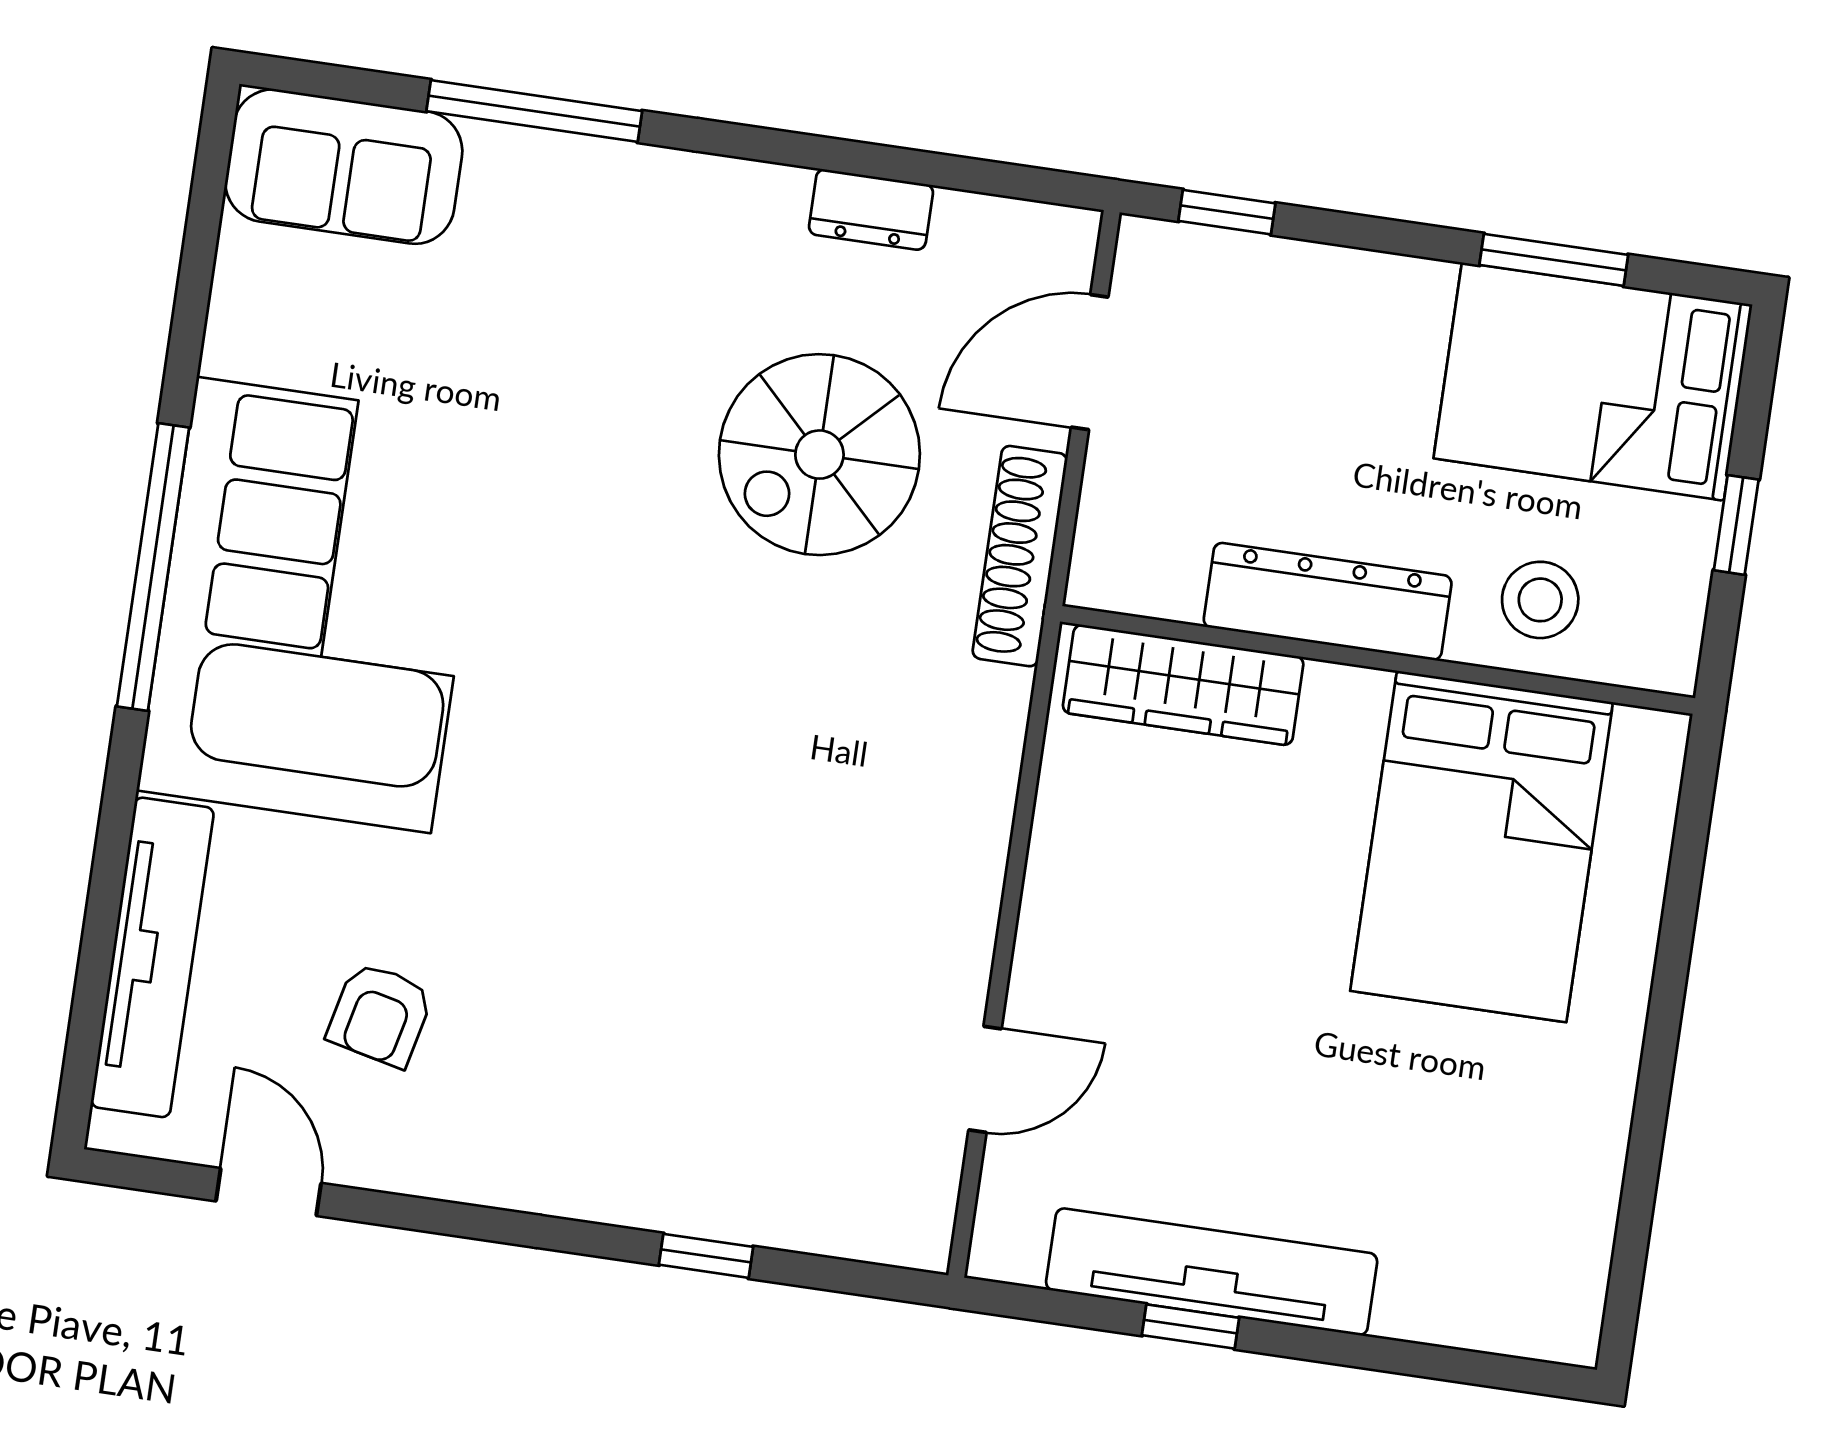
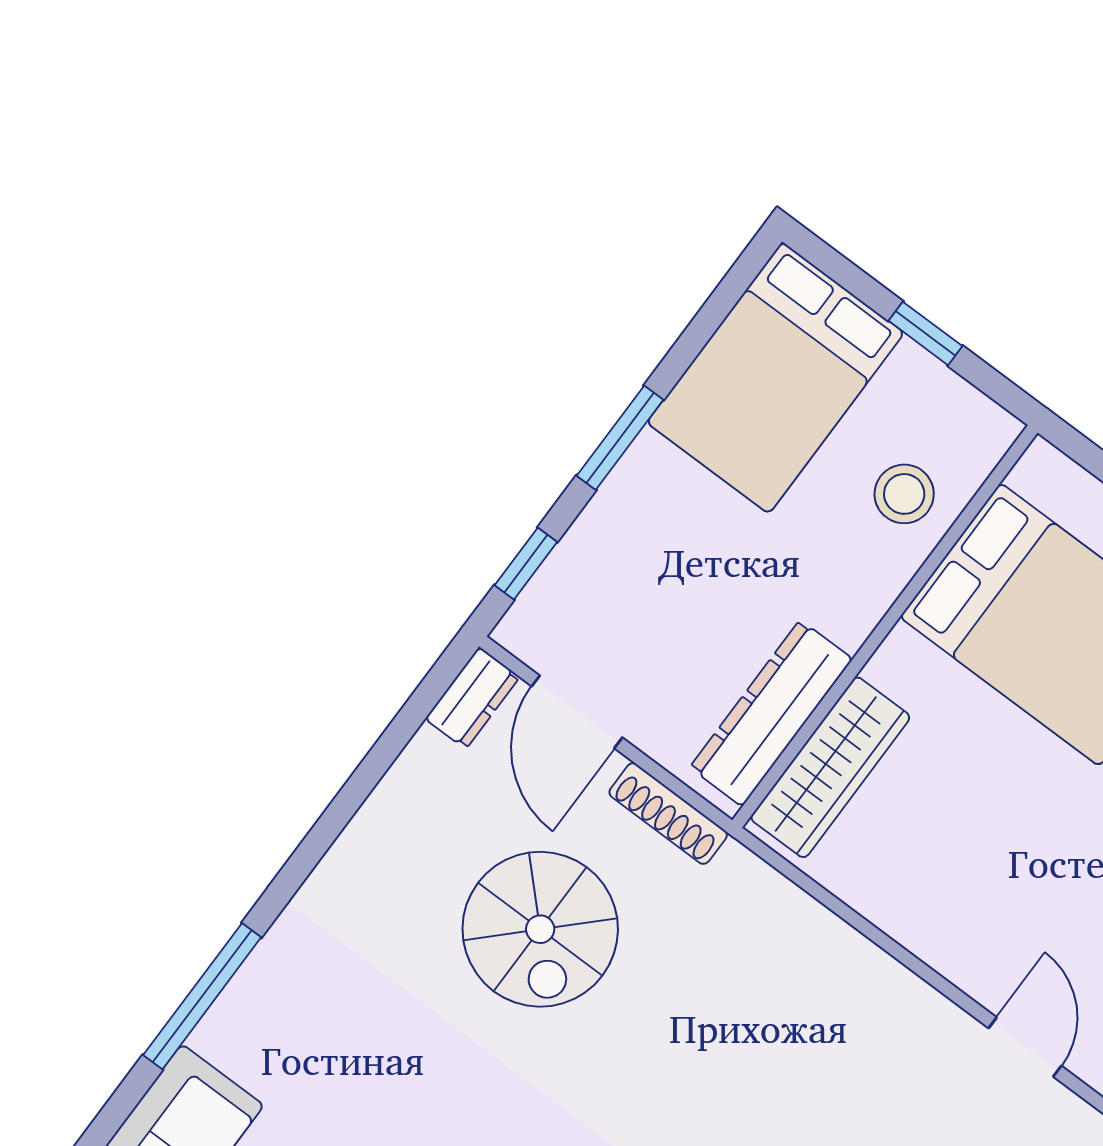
dresser: (871, 210) -> (472, 698), moved
window: (1554, 260) -> (620, 438), moved
shoe rack: (1020, 556) -> (668, 814), width x0.74, depth x0.81
dresser: (1328, 601) -> (771, 713), moved

